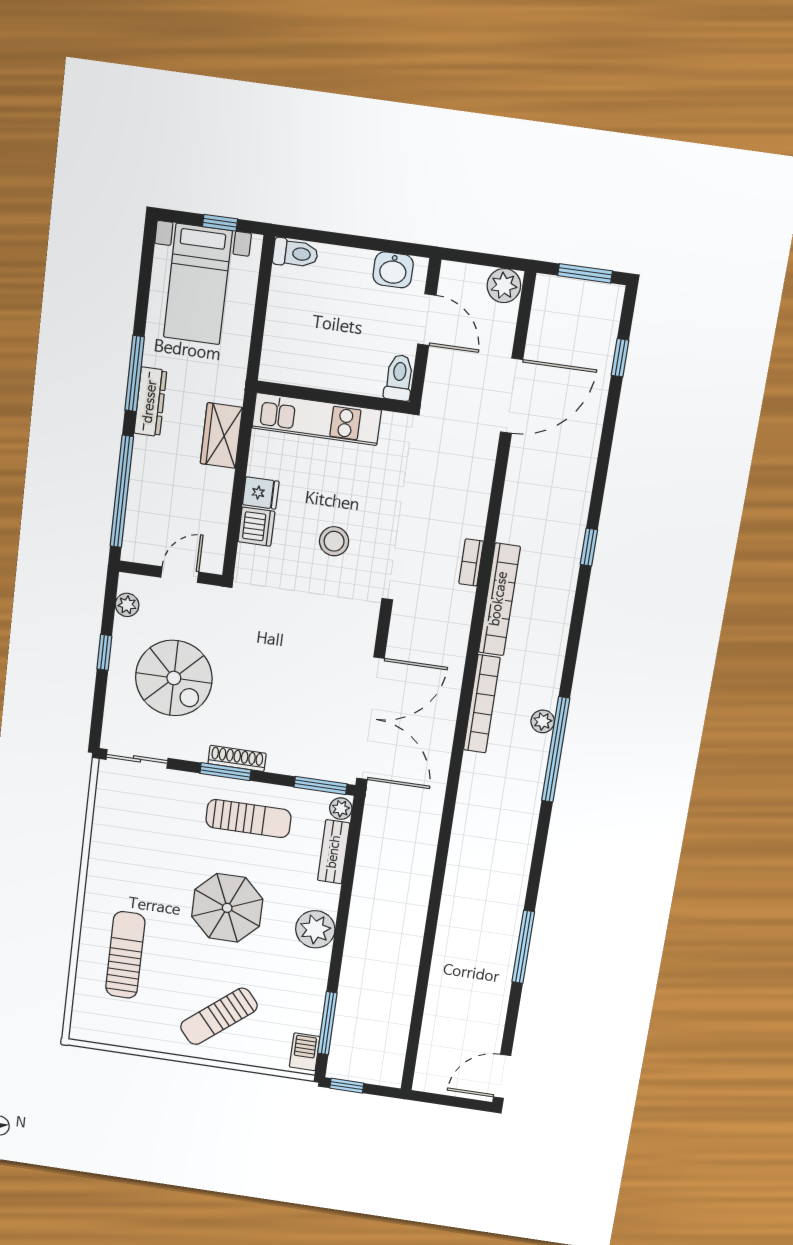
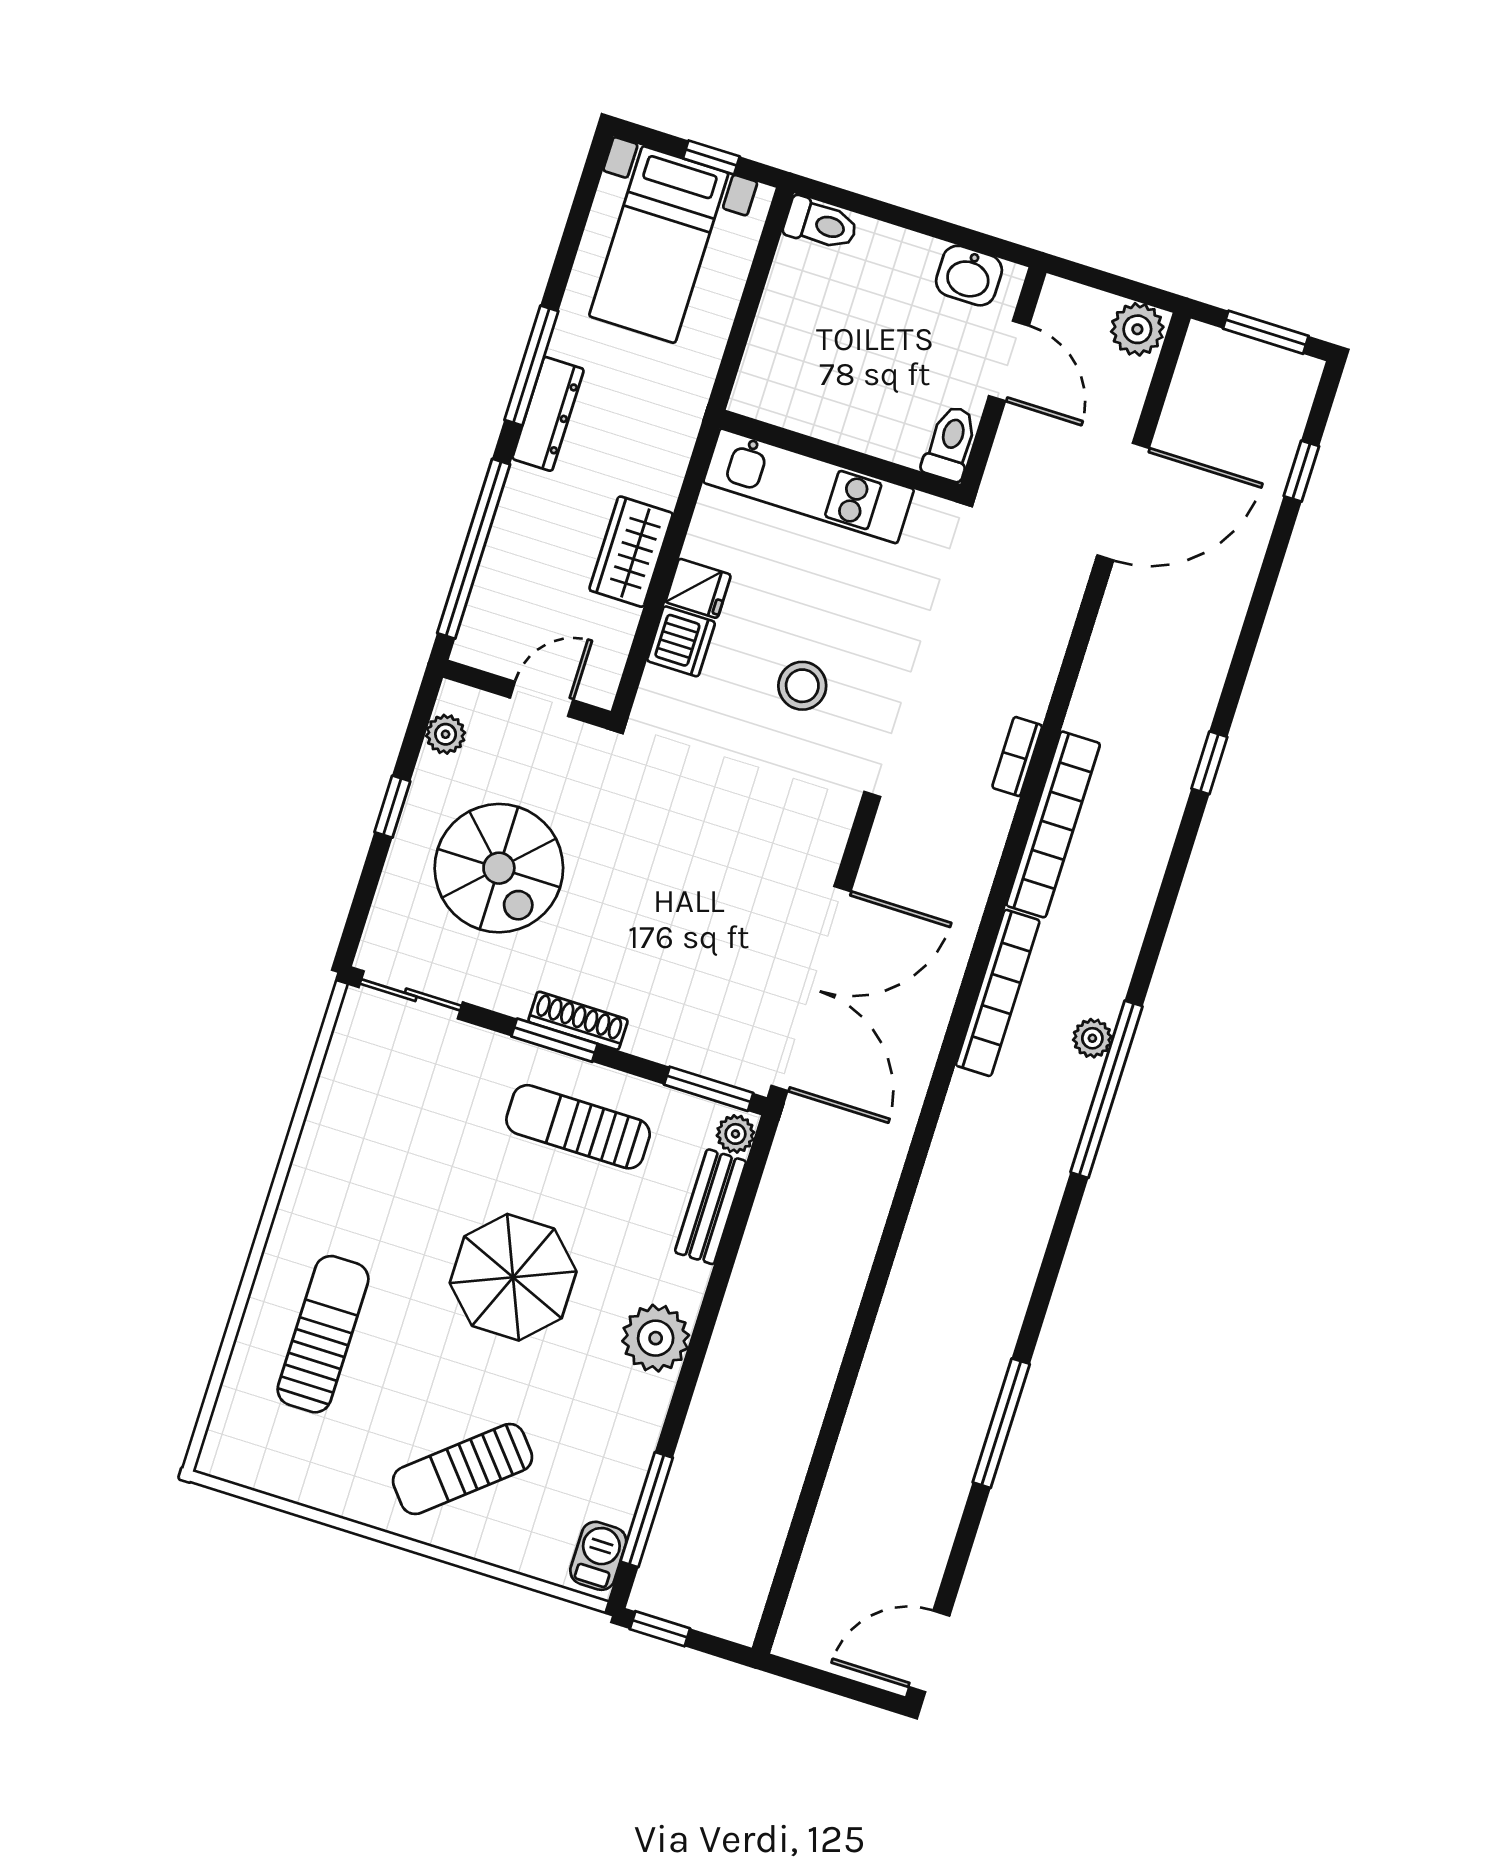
wardrobe: (221, 436) -> (631, 552), moved
sun lounger: (248, 819) -> (578, 1127), turned 180

